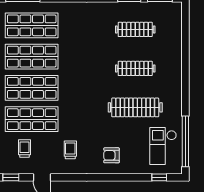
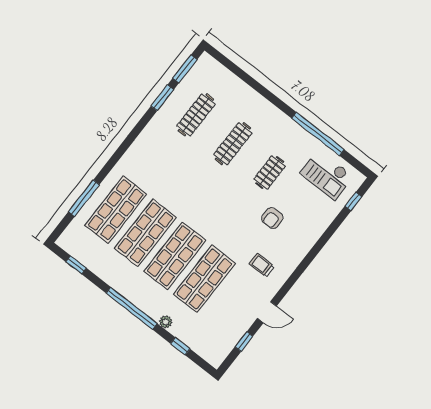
clothes rail: (135, 107) -> (270, 173), width x0.54, depth x0.76
window: (185, 141) -> (318, 134), moved
trolley: (24, 148) -> (227, 307), removed
armchair: (111, 155) -> (272, 218), moved

